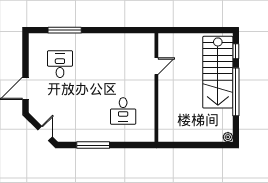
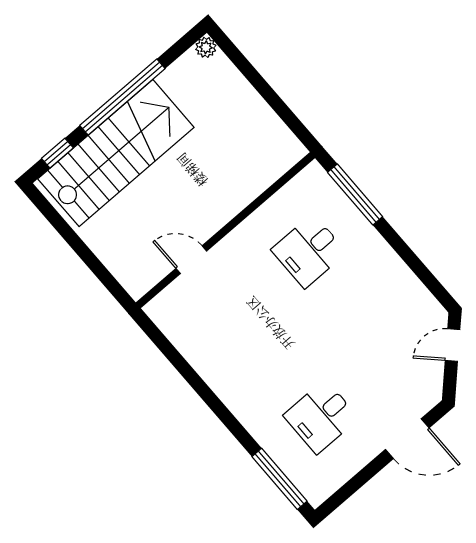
window: (65, 30) -> (280, 479), moved
desk: (123, 111) -> (309, 251), turned 180
window: (93, 145) -> (355, 195), moved

